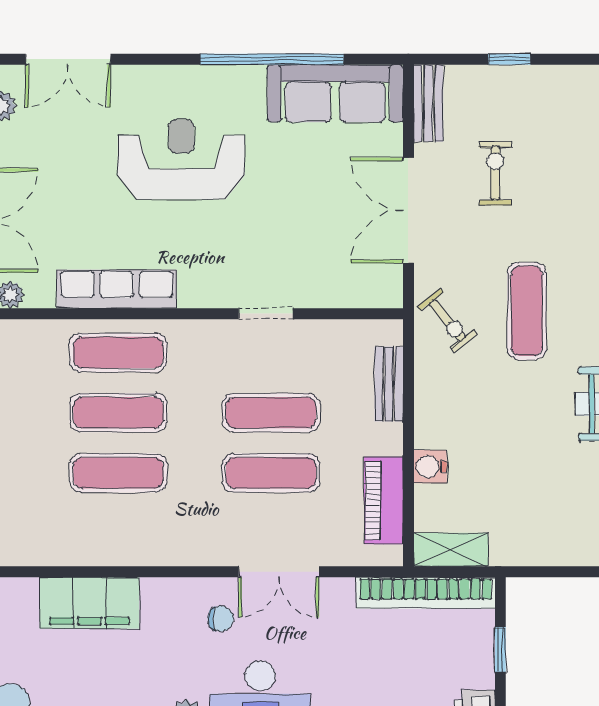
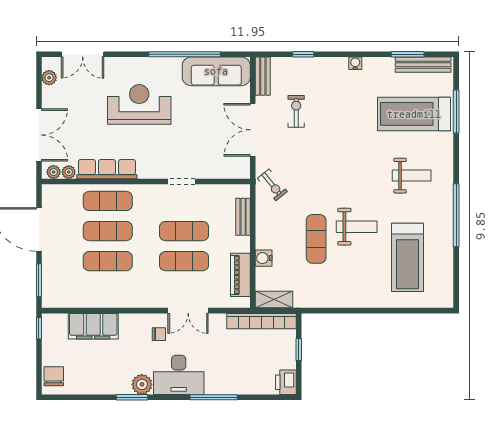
plant: (40, 295) -> (69, 172), added
exercise mat: (527, 311) -> (316, 239), moved

